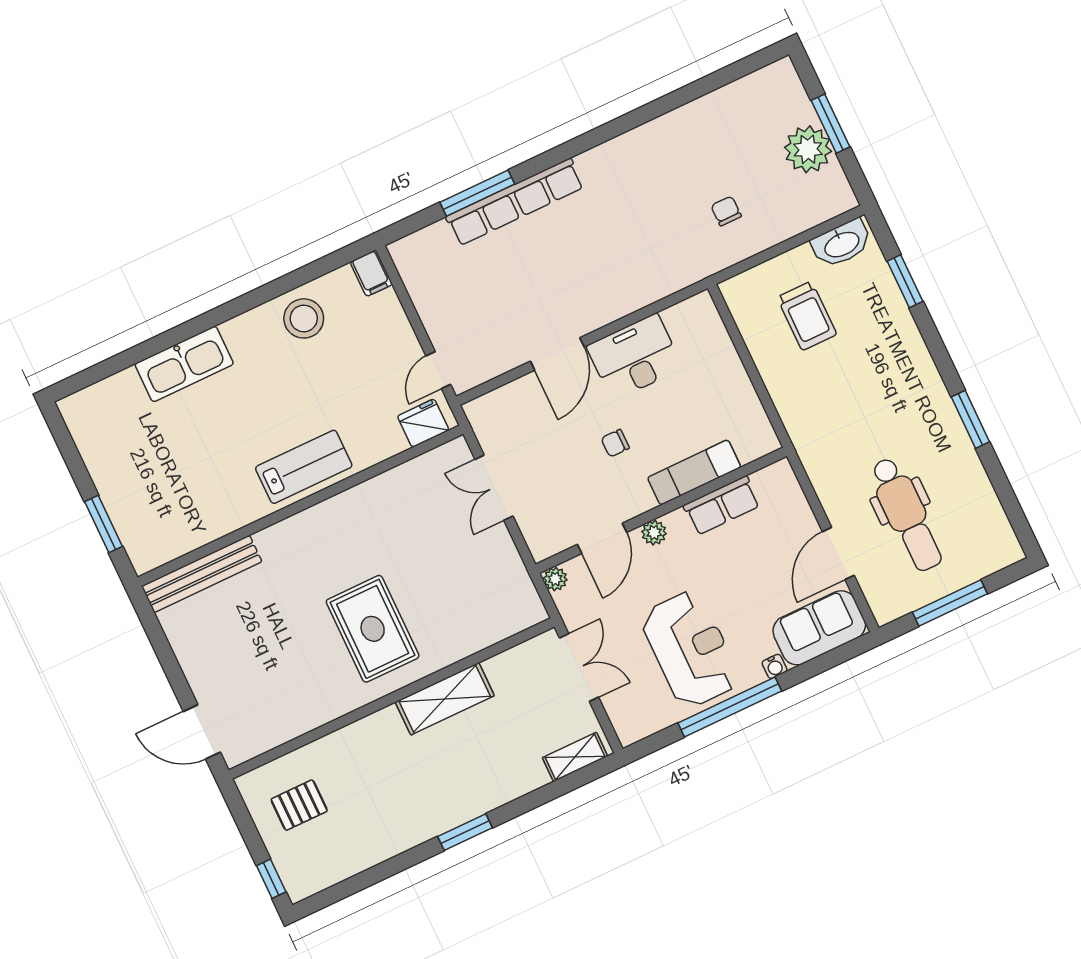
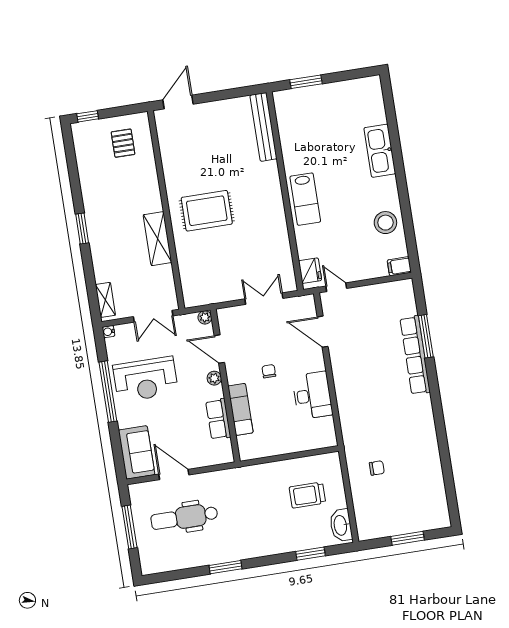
plant: (808, 149) -> (397, 522), removed
door: (557, 354) -> (323, 332), moved
water cooler: (774, 666) -> (109, 332), moved

